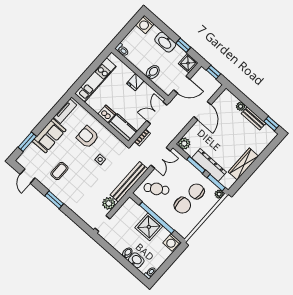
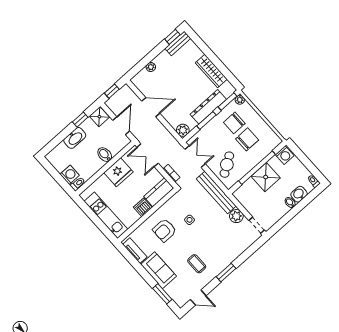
washing machine: (145, 24) -> (70, 175), moved, turned -90
fridge: (135, 82) -> (118, 172), width x1.88, depth x1.34
bench: (254, 118) -> (178, 43), moved

